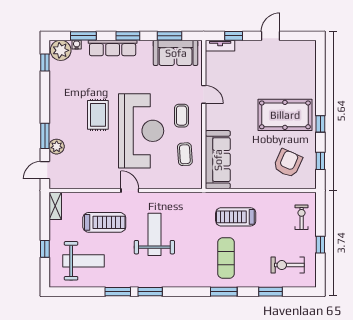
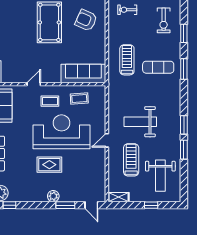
plant: (57, 147) -> (53, 196), moved
treadmill: (236, 217) -> (127, 60), turned 180
weight bench: (83, 261) -> (160, 176), turned 180

